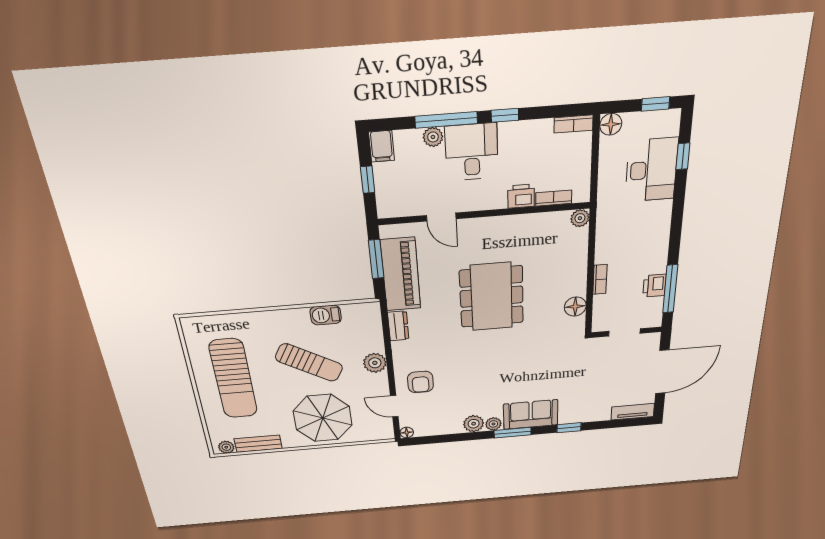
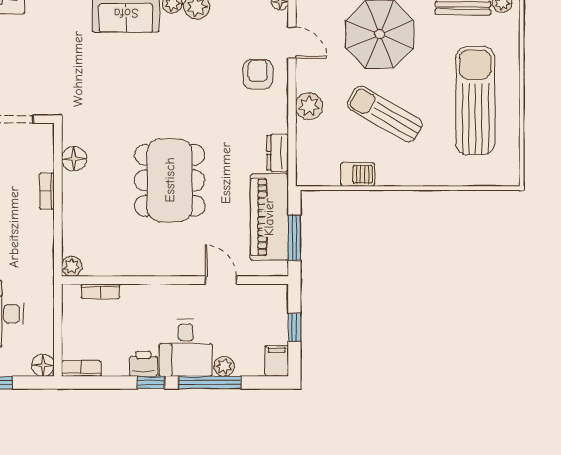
printer: (521, 196) -> (143, 364), moved, turned 180

